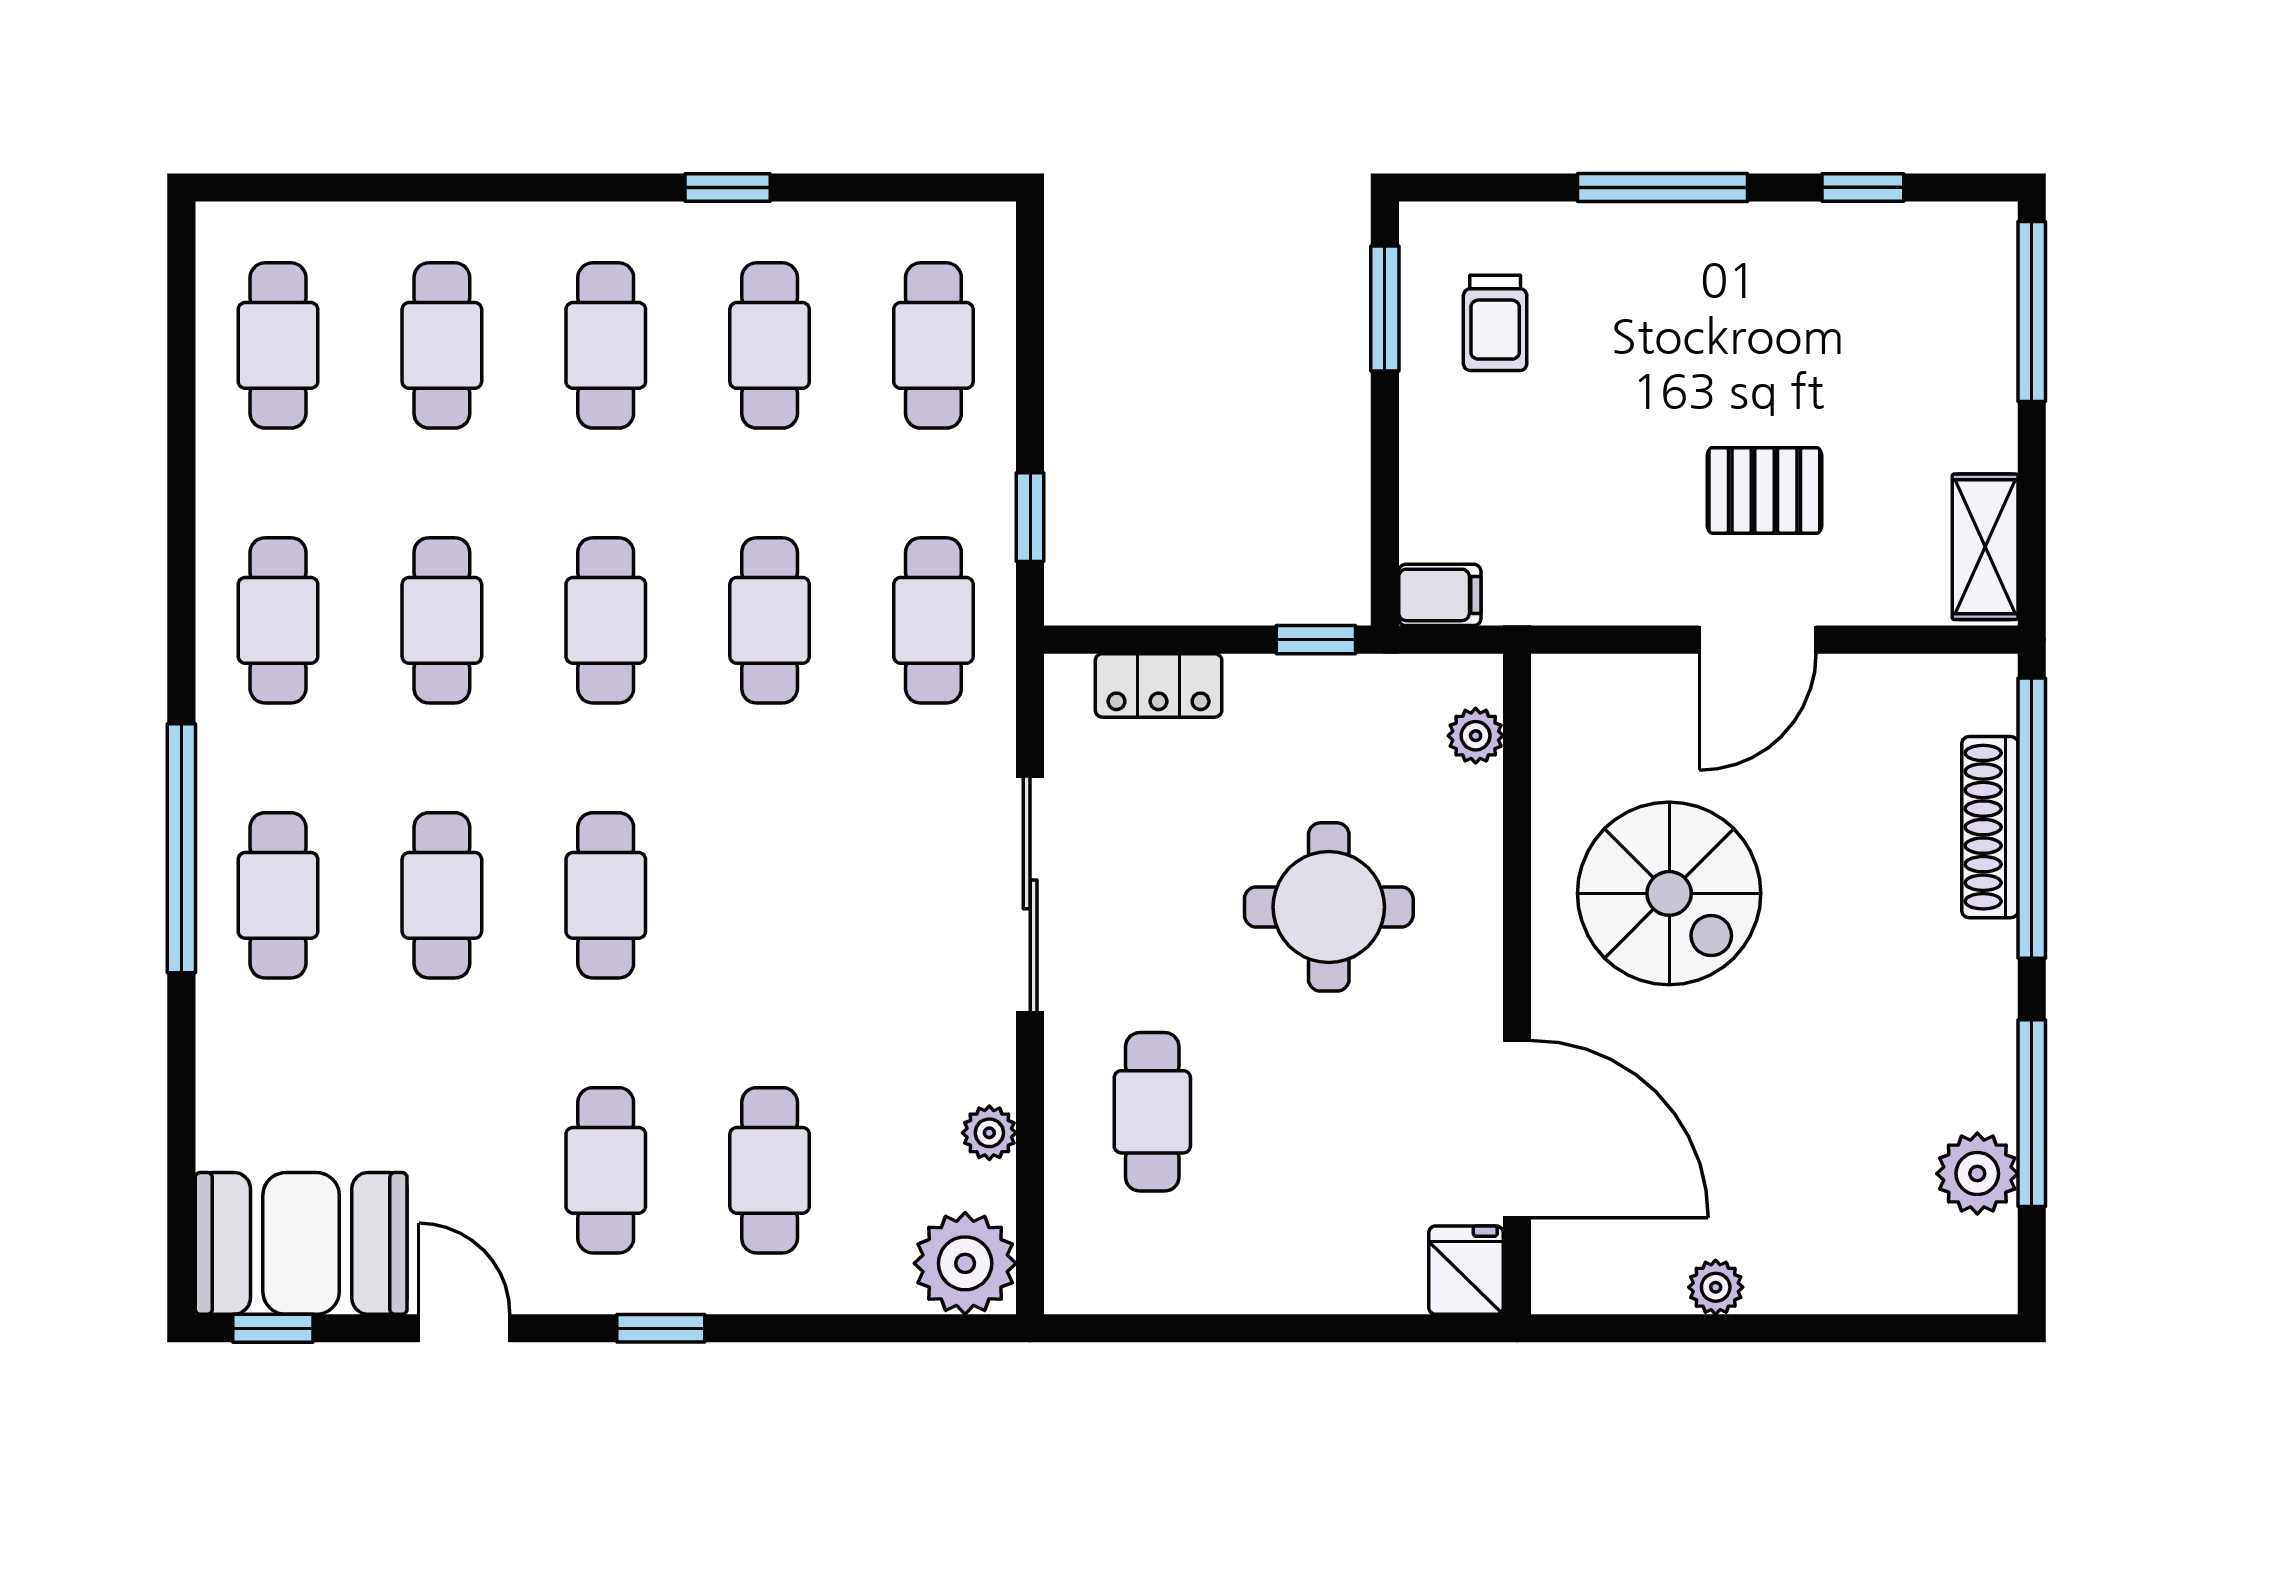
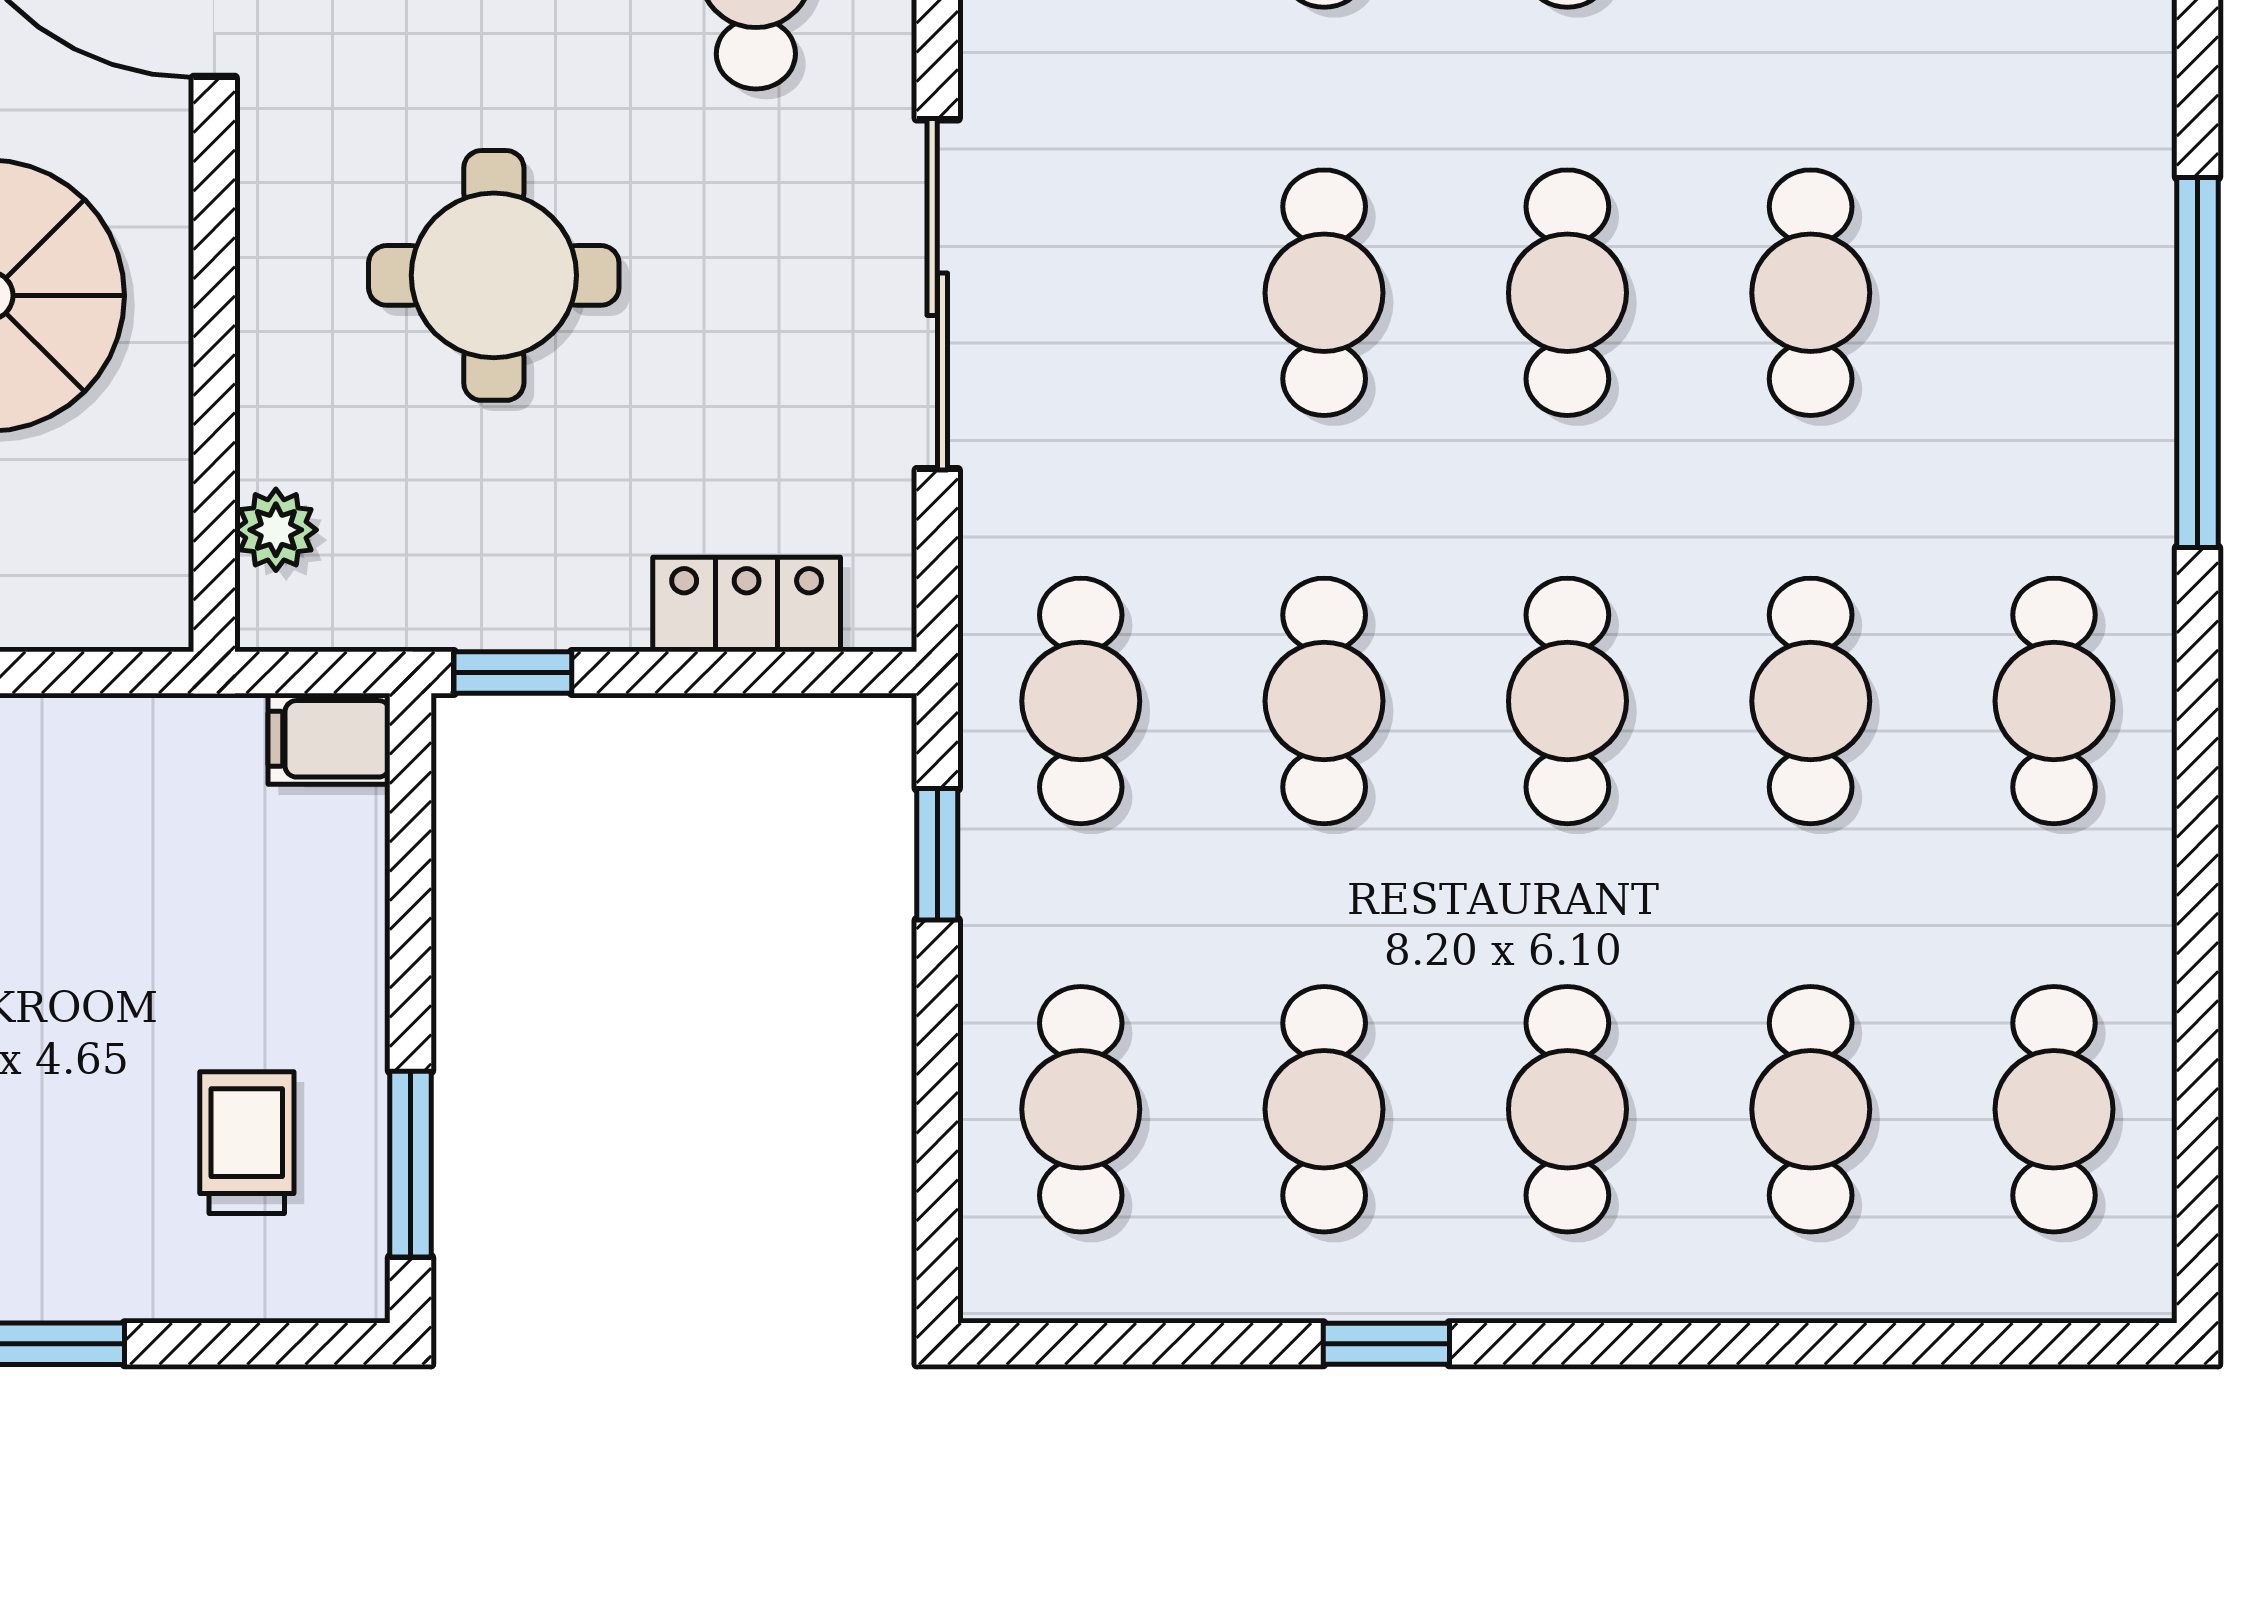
cafe table: (278, 895) -> (1324, 293), moved

